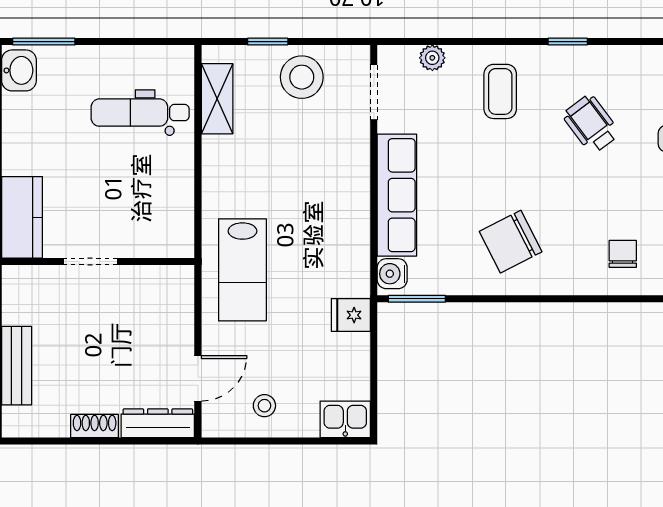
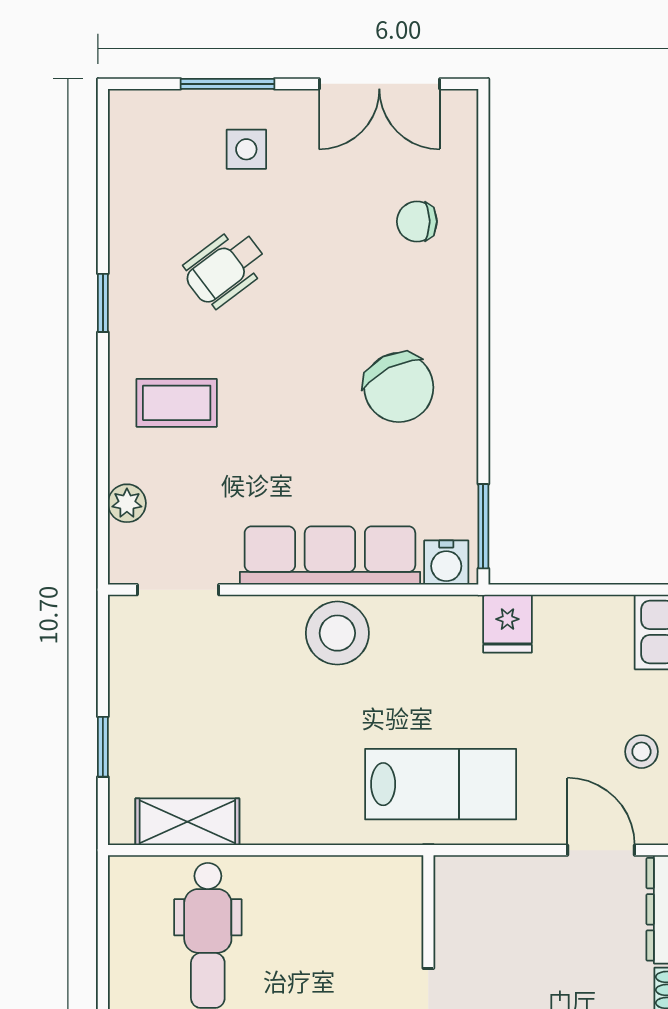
stool: (302, 77) -> (337, 633), moved

